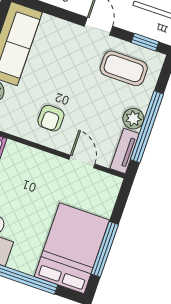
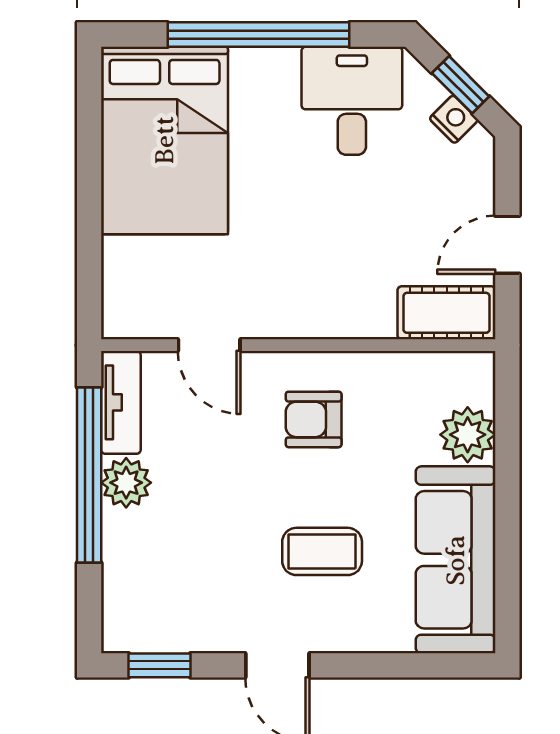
coffee table: (124, 68) -> (322, 551), moved, width x0.73, depth x0.77
armchair: (51, 118) -> (314, 419), turned -91
window: (105, 249) -> (89, 164), removed

